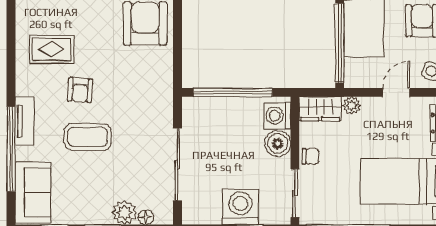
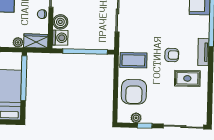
armchair: (80, 90) -> (172, 55), turned 86
tv unit: (24, 121) -> (203, 52), moved
coffee table: (88, 137) -> (133, 60), moved

